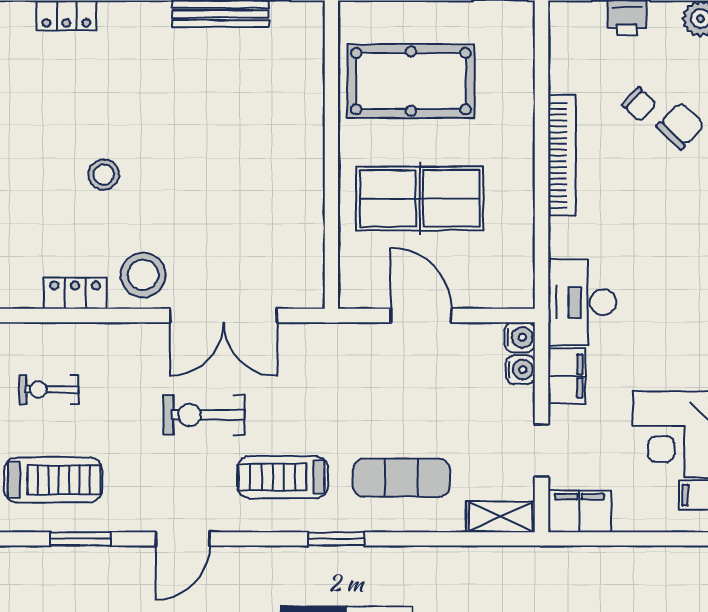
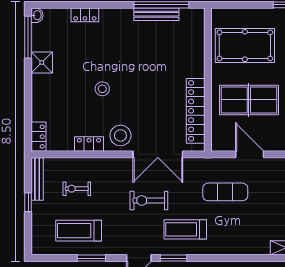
locker: (305, 222) -> (196, 111), added
exercise mat: (401, 478) -> (225, 192), moved
treadmill: (53, 480) -> (79, 231), turned 180
window: (336, 539) -> (174, 258), moved

